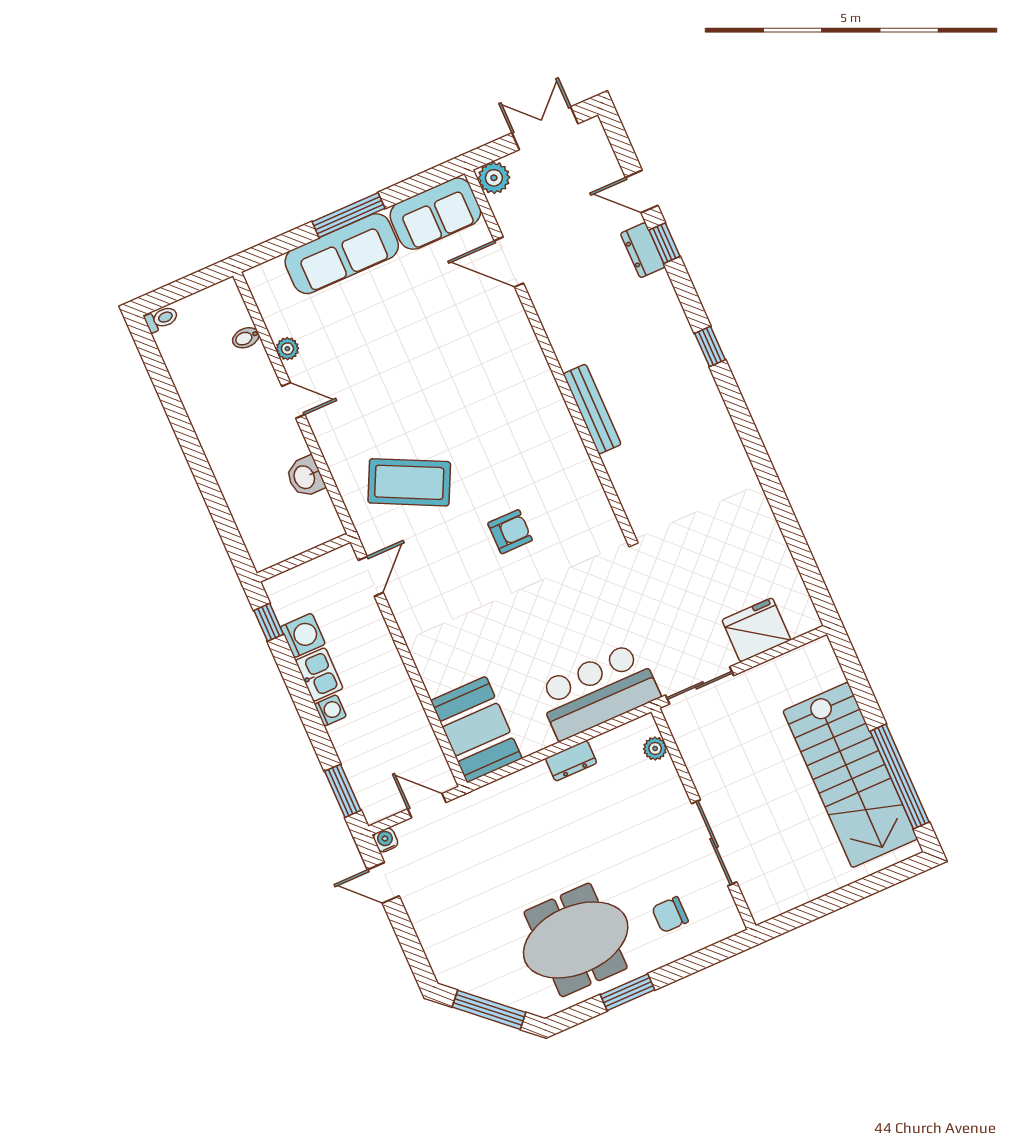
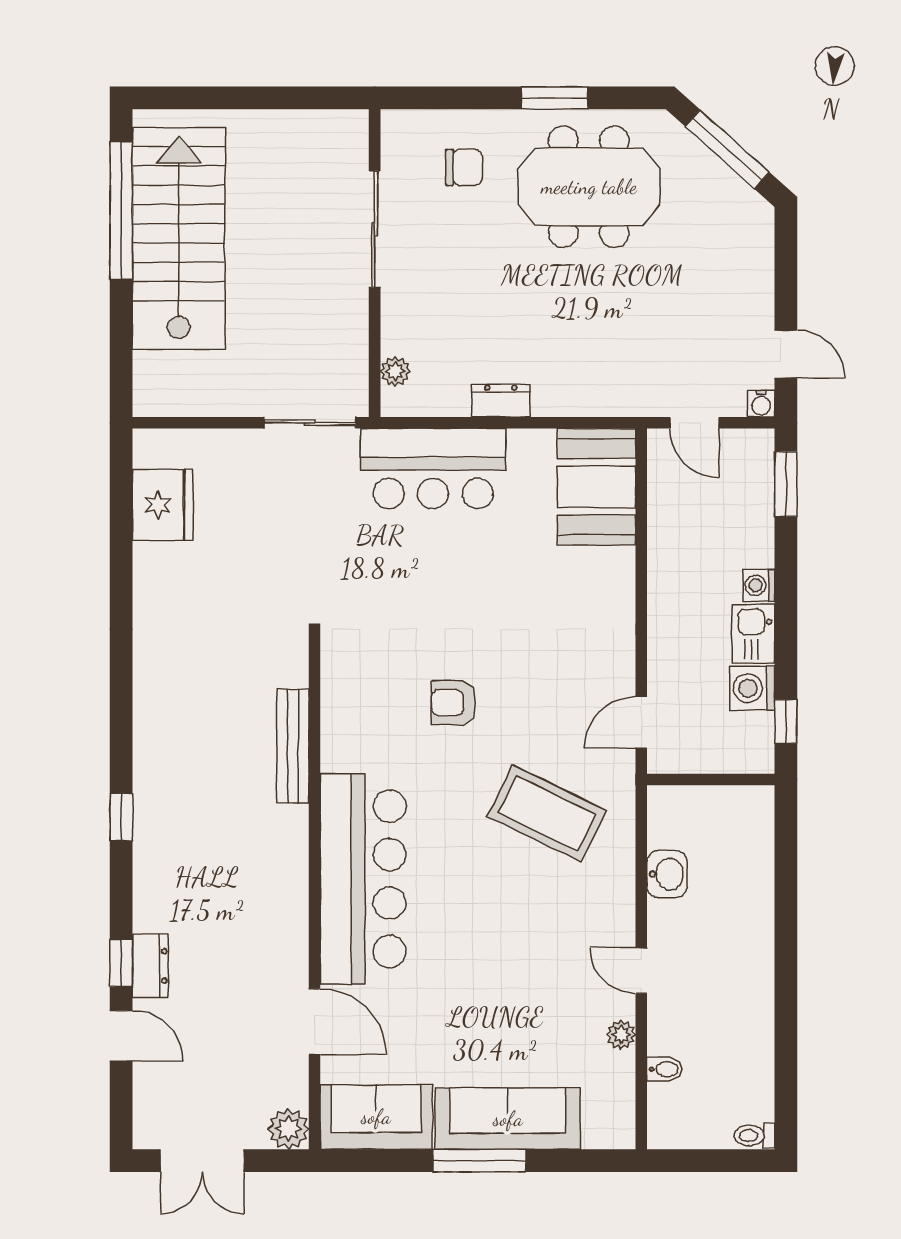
bar counter: (519, 378) -> (363, 879), added
bench: (592, 409) -> (293, 746), moved
fridge: (756, 630) -> (163, 505), moved, turned -90

